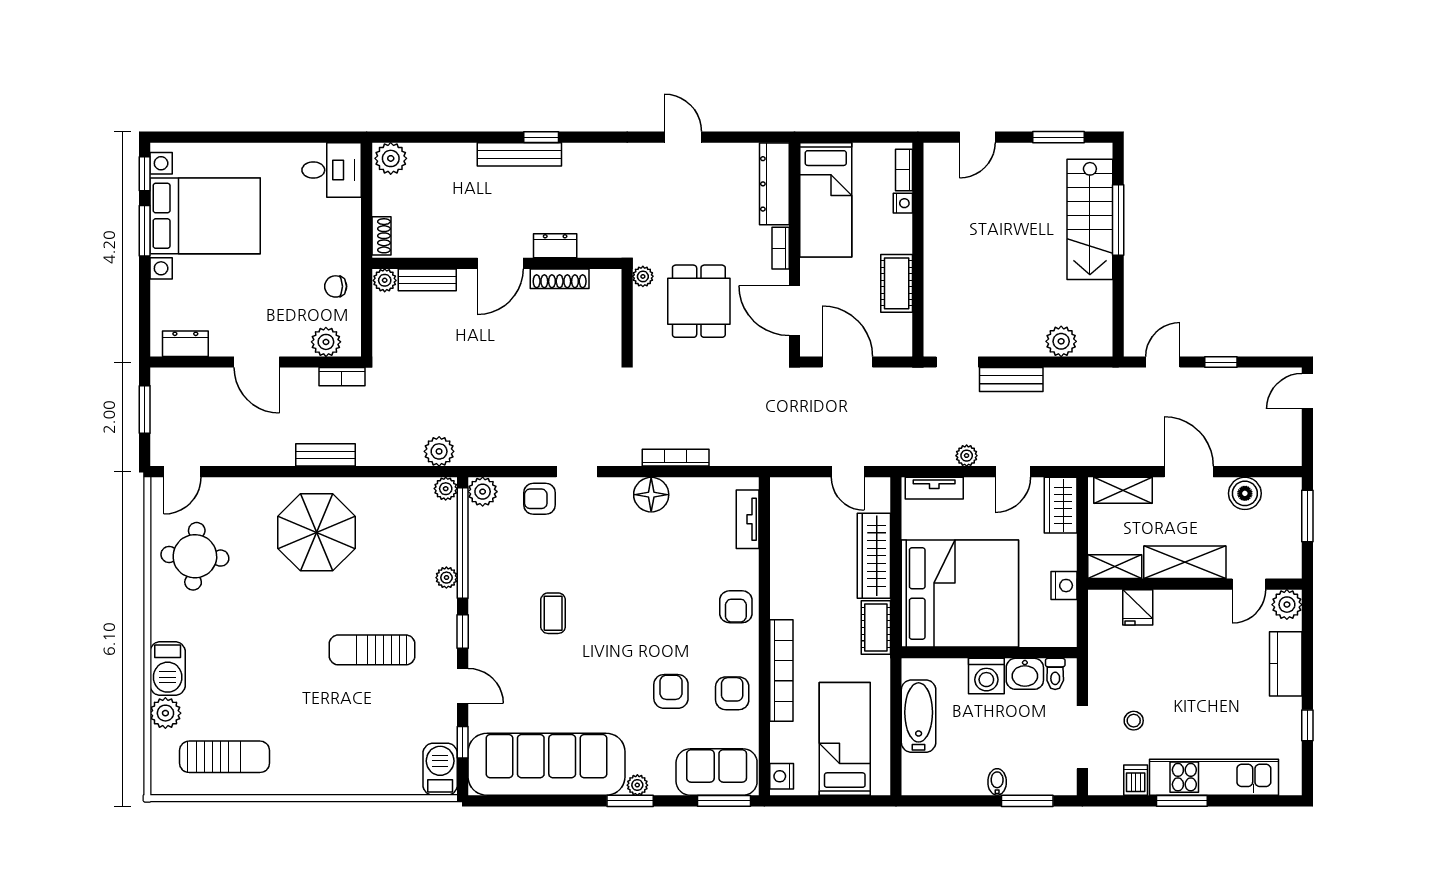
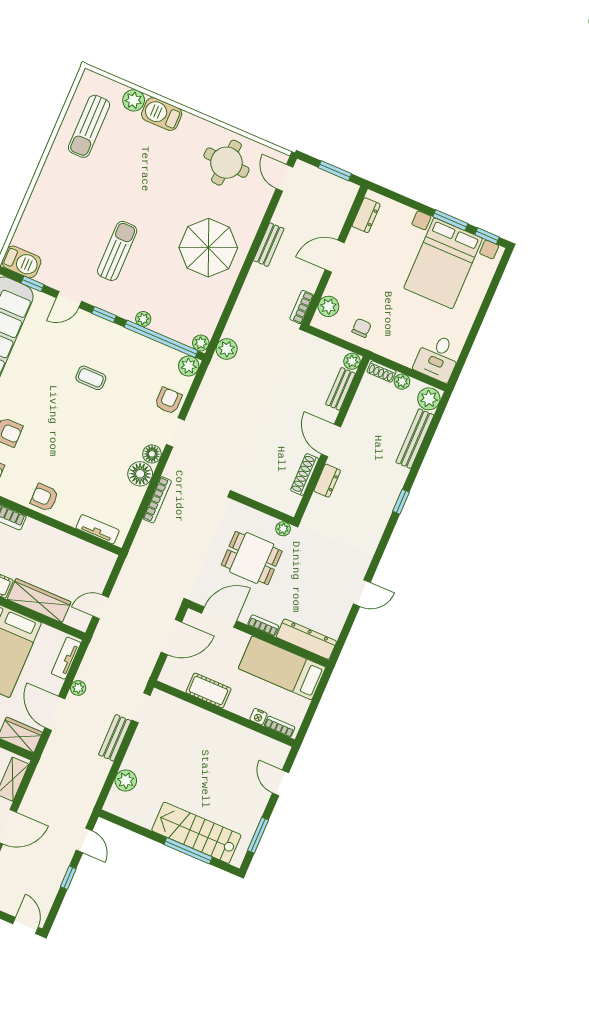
bench: (519, 154) -> (415, 439), moved
plant: (383, 203) -> (402, 382), added
bench: (325, 455) -> (269, 245), moved
door: (1013, 472) -> (55, 713), width x1.38
floor lamp: (618, 490) -> (152, 454), added

